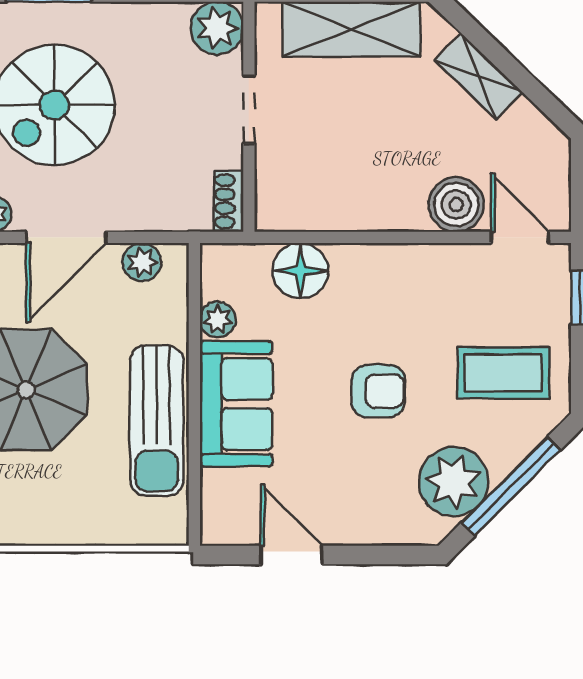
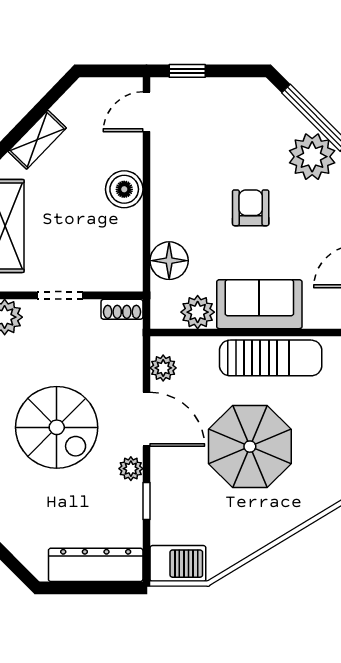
boiler: (456, 205) -> (124, 189), moved
plant: (218, 320) -> (198, 312), width x1.38, depth x1.38
coffee table: (503, 373) -> (238, 123), removed

